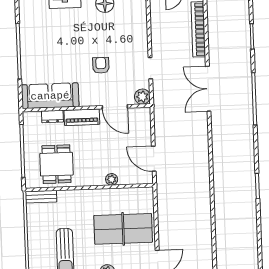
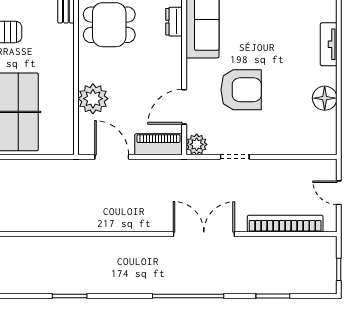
armchair: (101, 65) -> (241, 90), width x1.88, depth x1.88
piano: (82, 117) -> (159, 144), moved, turned 90
door: (154, 159) -> (112, 157), hinge flipped
plant: (112, 179) -> (93, 99), width x1.88, depth x1.88

